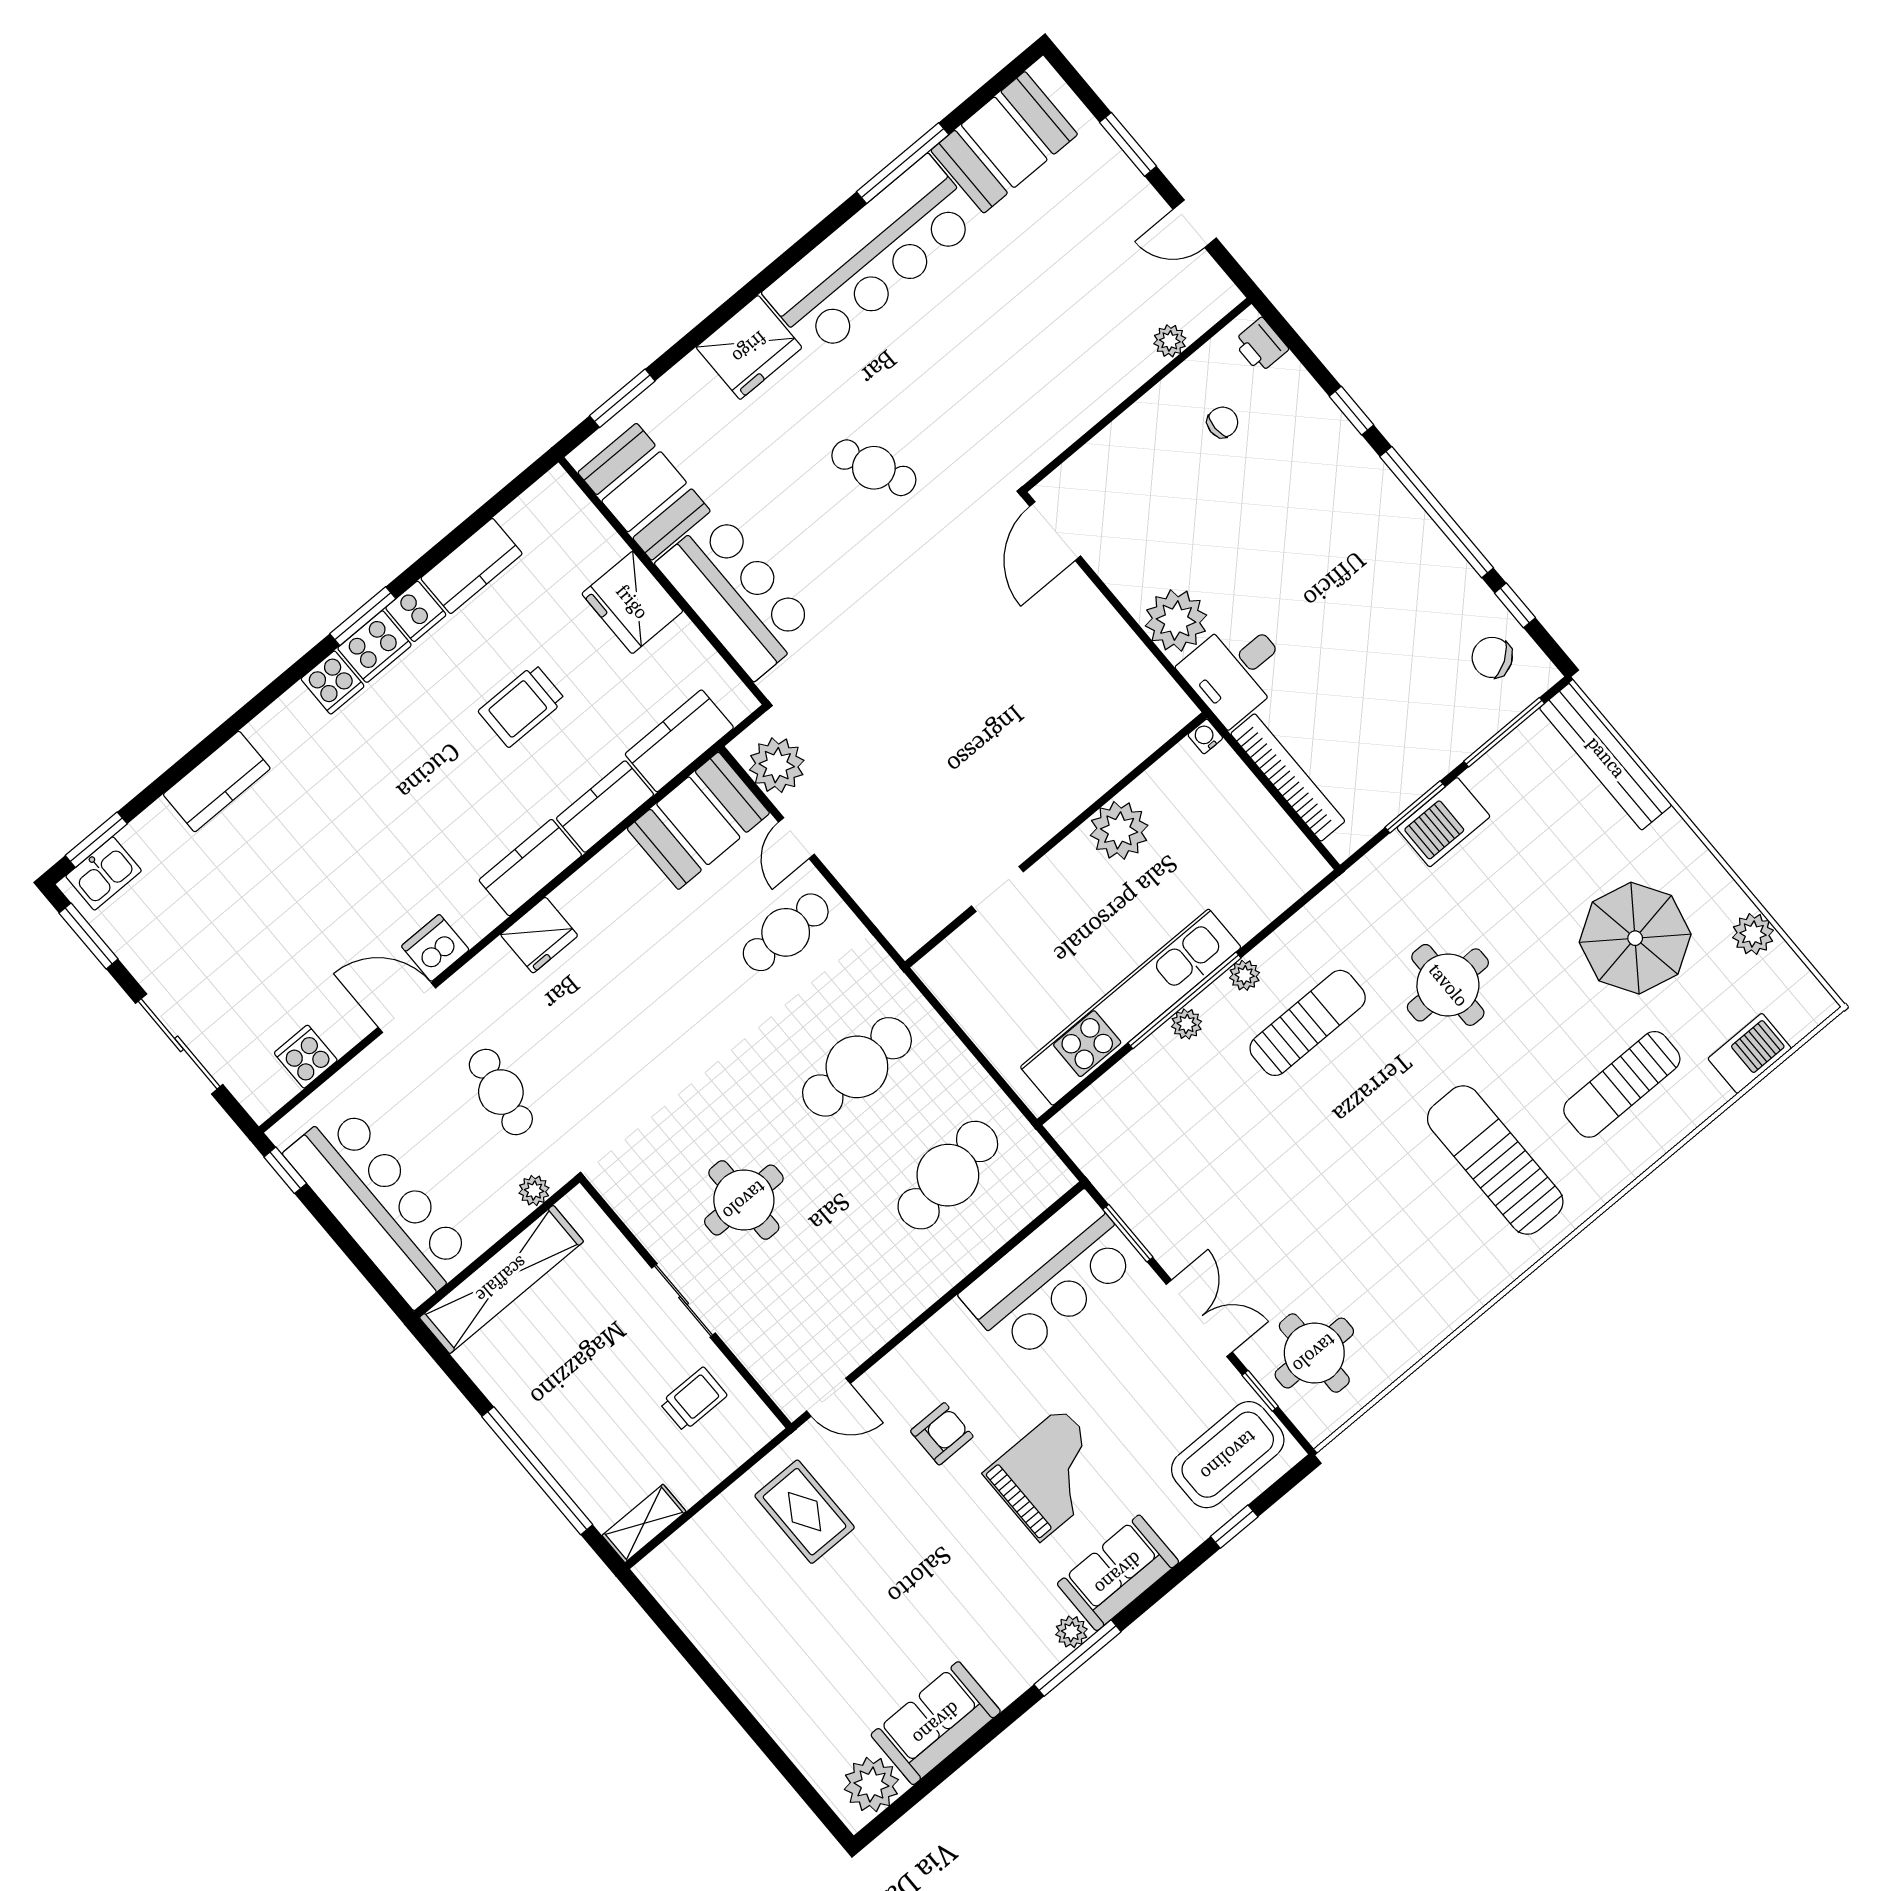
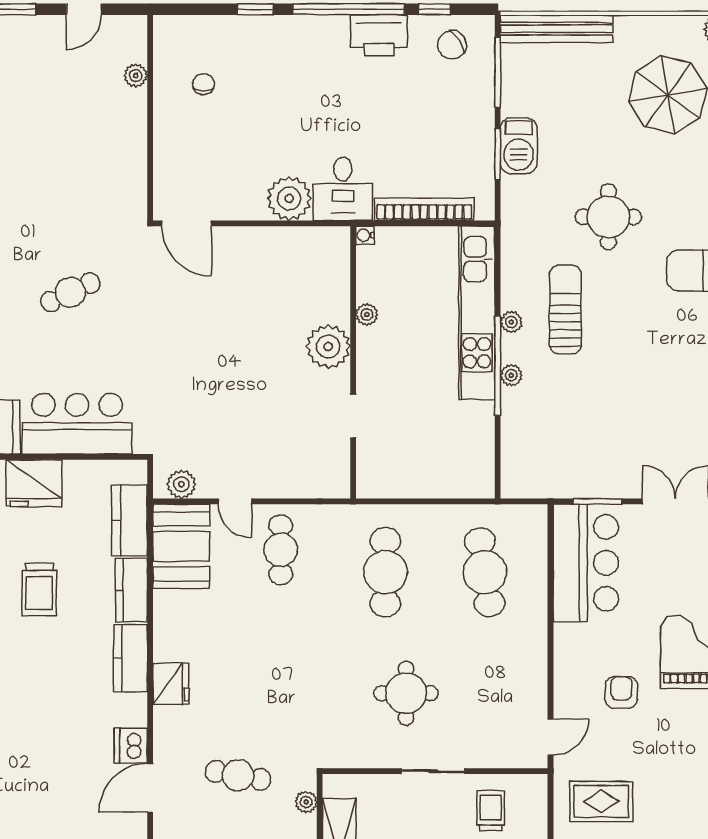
printer: (1261, 345) -> (379, 35), moved, width x1.87, depth x1.48
plant: (777, 765) -> (181, 484), width x0.73, depth x0.73
plant: (1051, 798) -> (328, 346), added
plant: (1119, 830) -> (367, 314), width x0.53, depth x0.53
kitchen unit: (1131, 1007) -> (477, 313), moved

